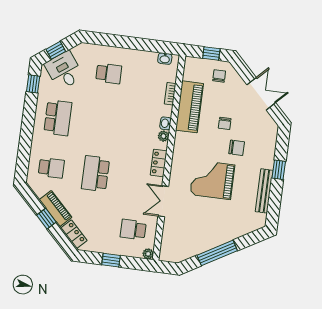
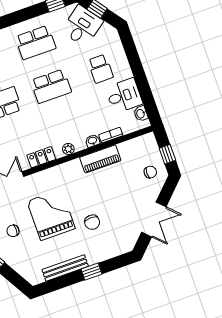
desk: (142, 65) -> (124, 96), added
piano: (189, 107) -> (100, 159), width x0.73, depth x0.75
washbasin: (165, 123) -> (92, 141), moved
chair: (225, 123) -> (13, 231), moved
school desk: (102, 124) -> (51, 86), added

